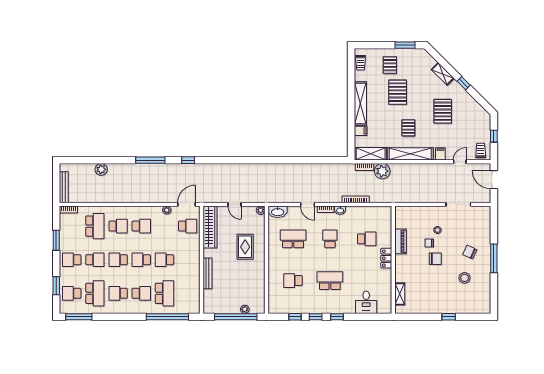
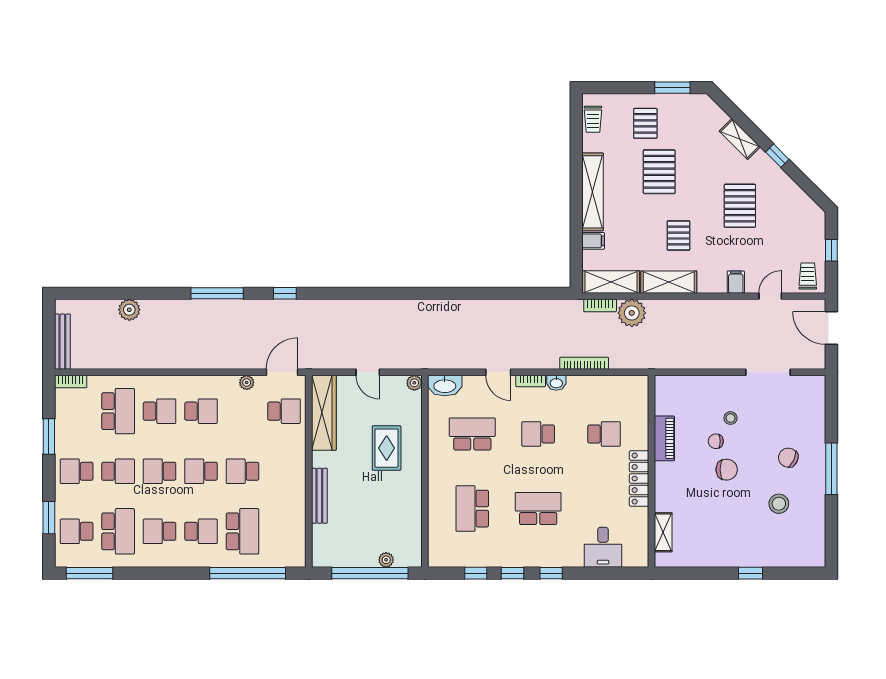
shelving: (410, 154) -> (669, 282), width x0.68
school desk: (330, 239) -> (538, 434), turned -90
locker: (386, 258) -> (639, 479), width x1.53
school desk: (293, 281) -> (472, 509), width x1.85

